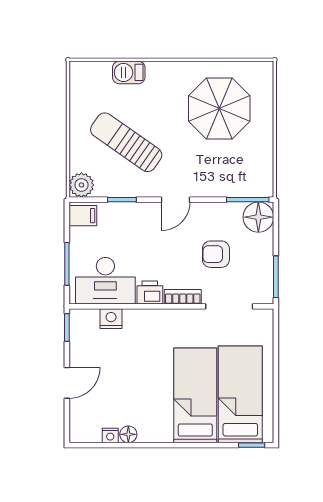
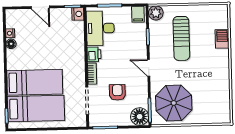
parasol: (219, 108) -> (174, 103), moved
sun lounger: (126, 142) -> (181, 38), turned 145
nightstand: (111, 319) -> (78, 14), moved

